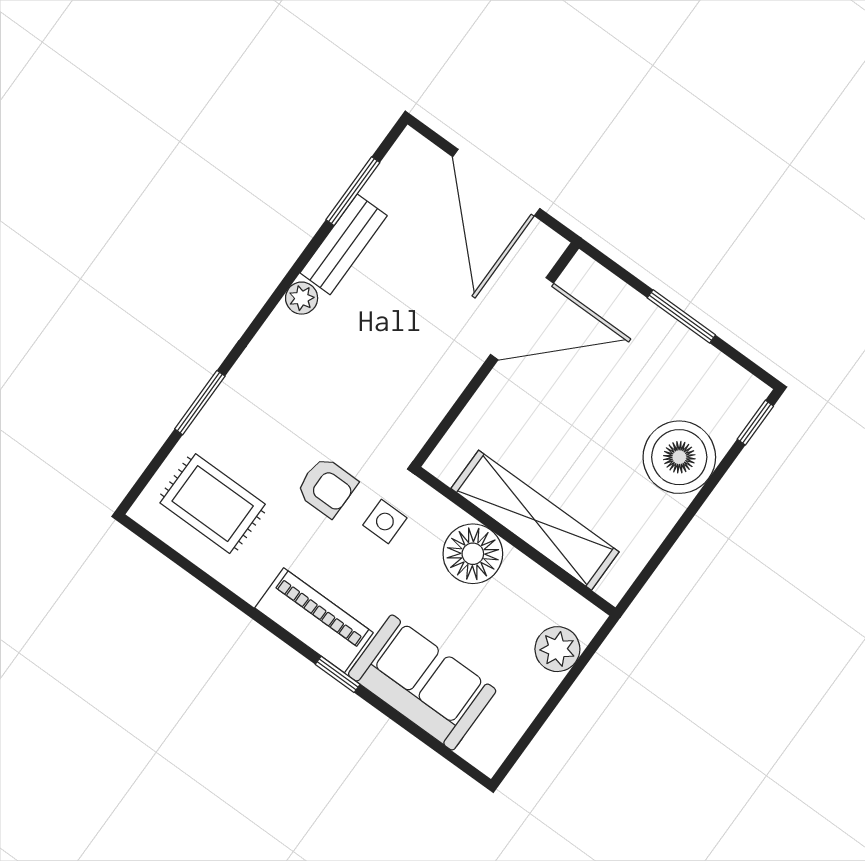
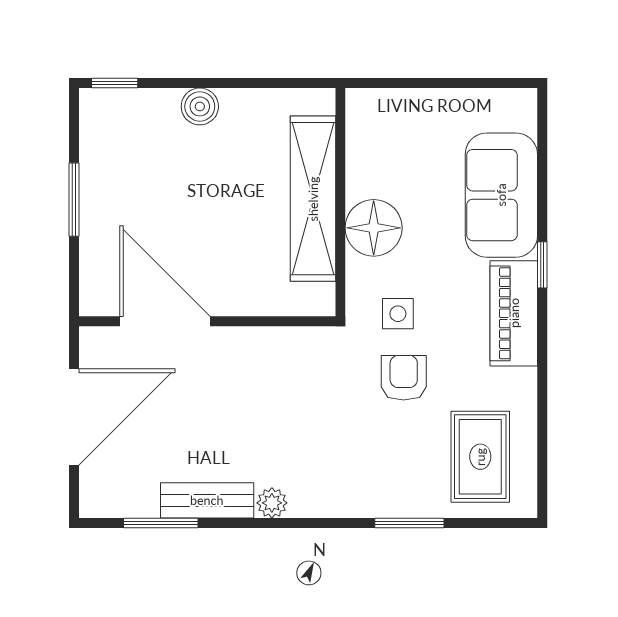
boiler: (679, 457) -> (200, 106), width x0.54, depth x0.54
plant: (557, 649) -> (400, 109), removed

